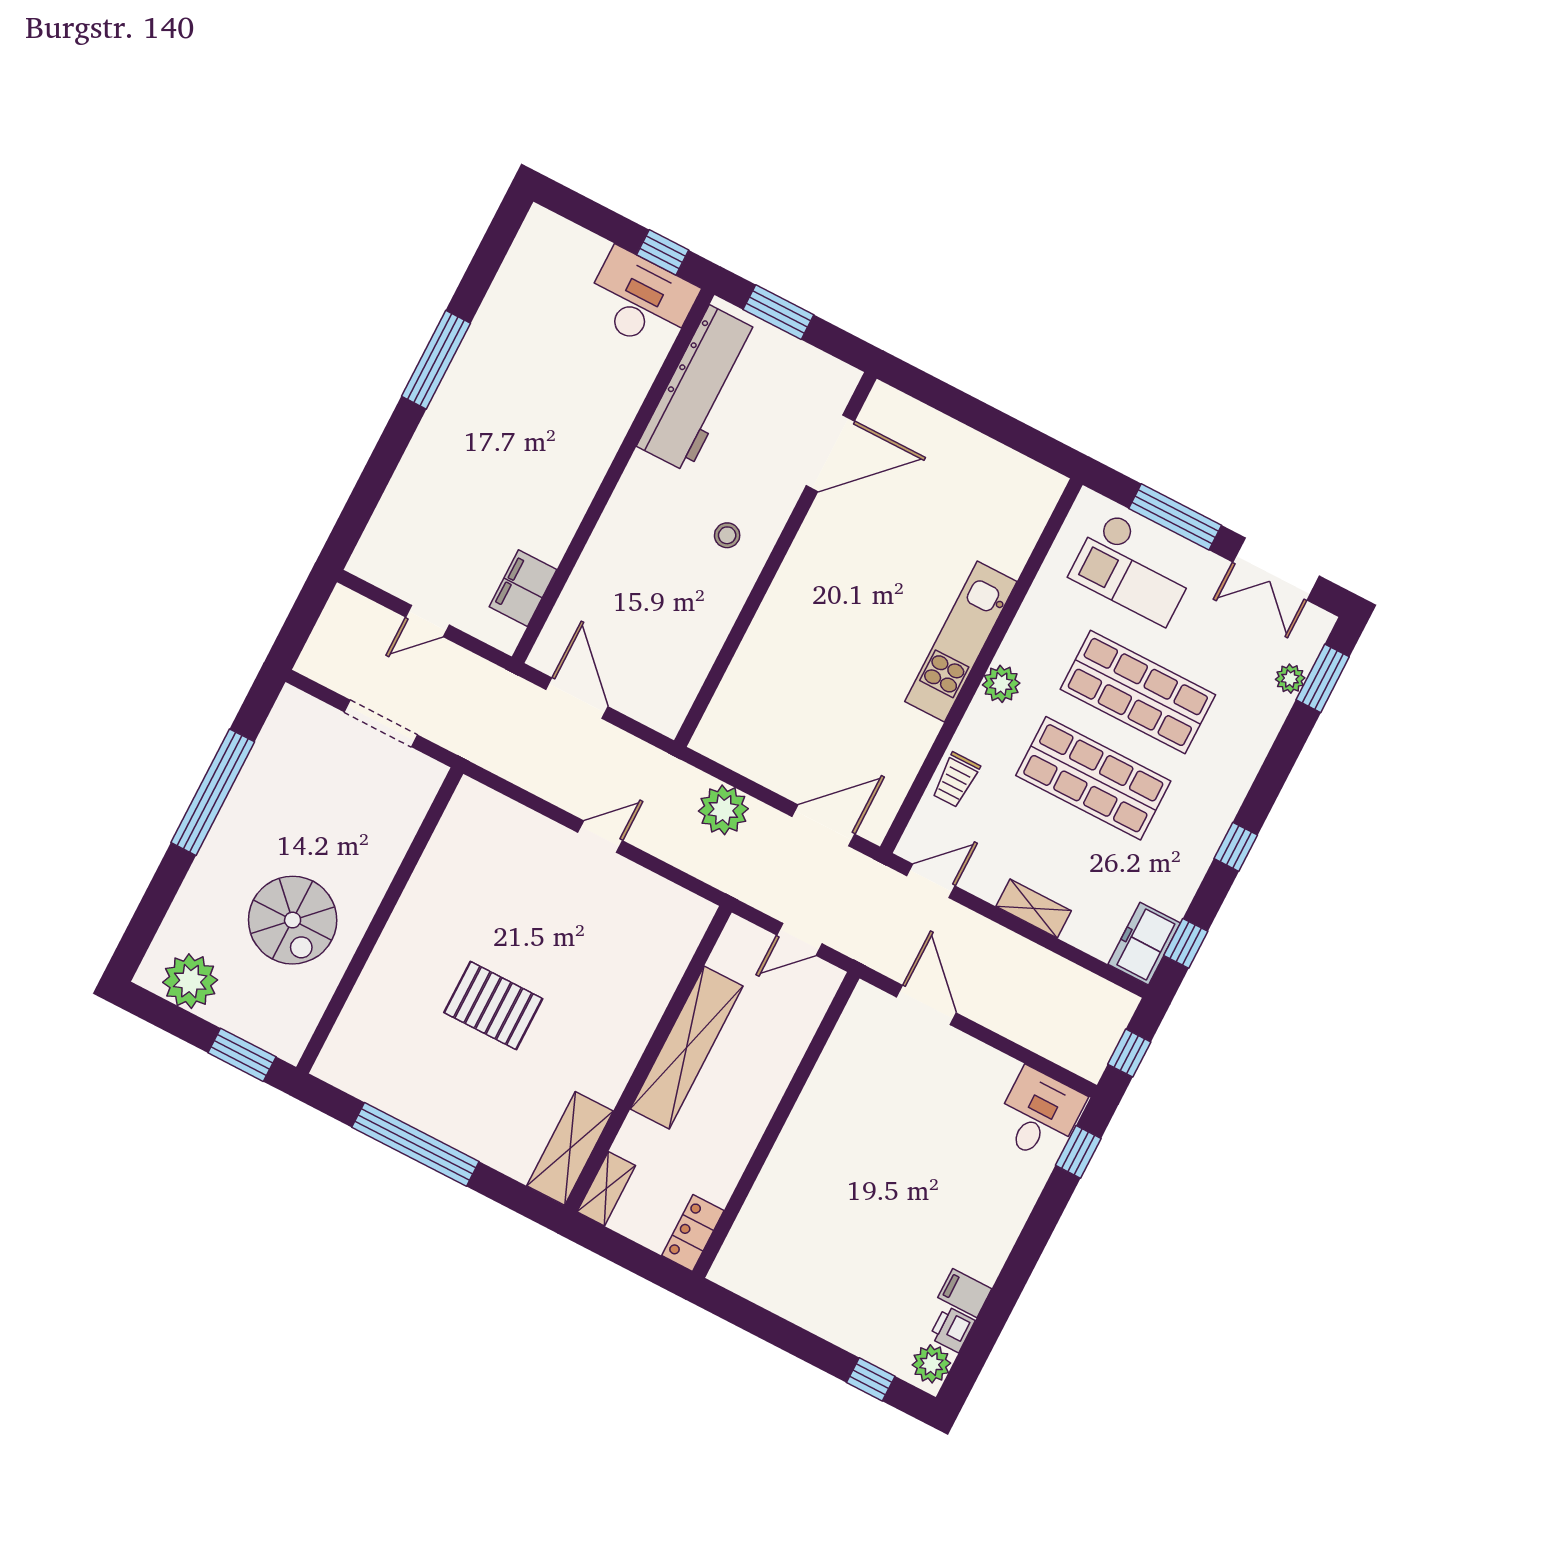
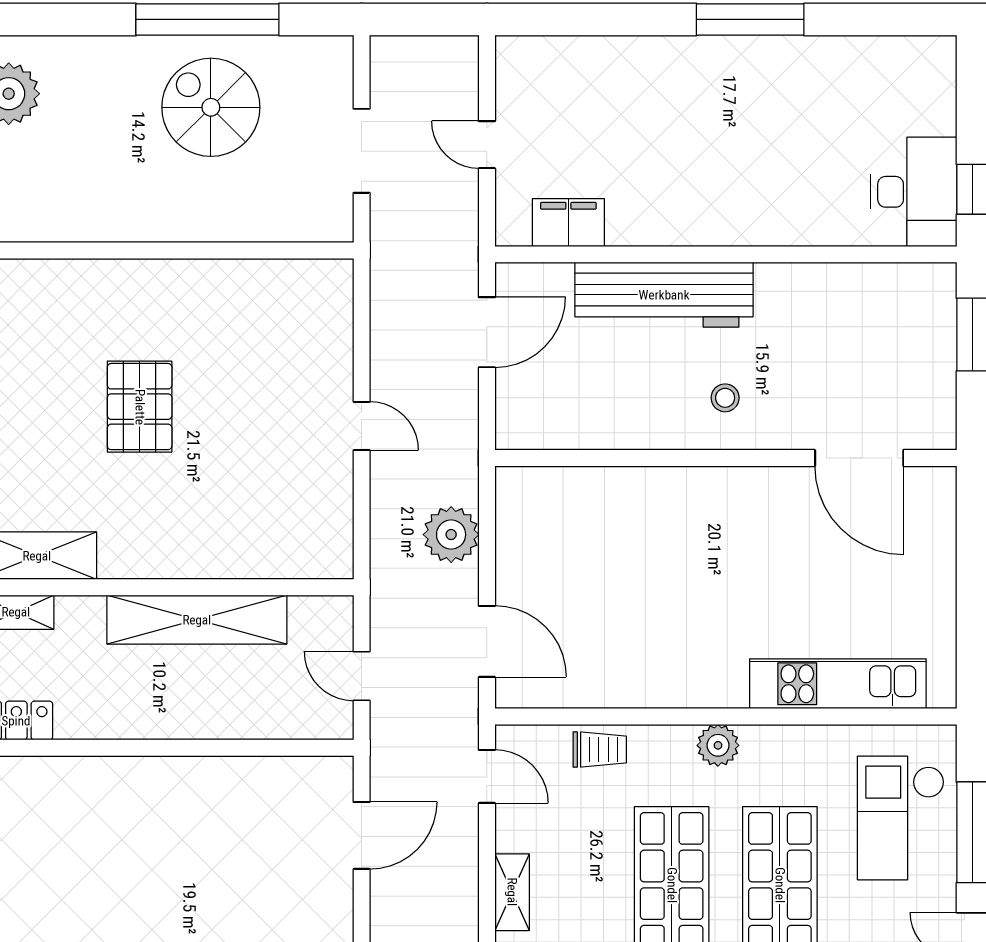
workbench: (699, 389) -> (664, 295), moved
kitchen unit: (961, 641) -> (838, 684), moved
trolley: (956, 780) -> (600, 750), turned 180
spiral stairs: (293, 920) -> (211, 107), moved, turned 90

